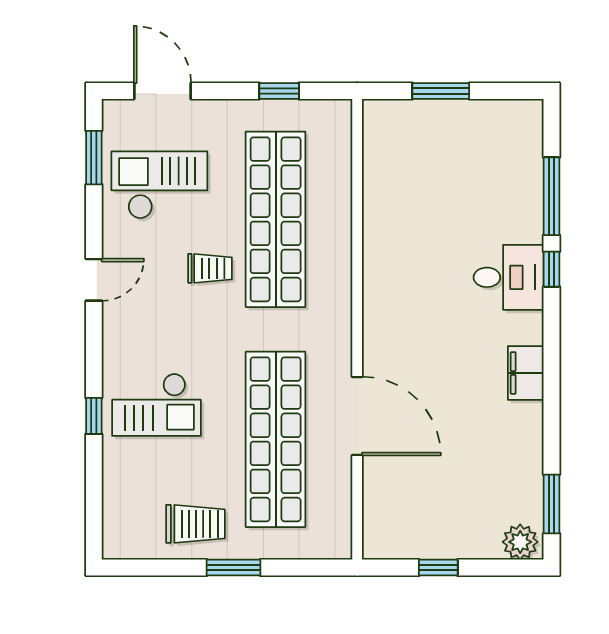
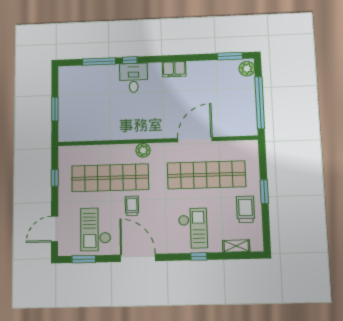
door: (94, 280) -> (138, 258), width x1.88
plant: (336, 296) -> (143, 150), added
shelving: (115, 500) -> (236, 246), added
window: (438, 568) -> (260, 103), width x3.17

